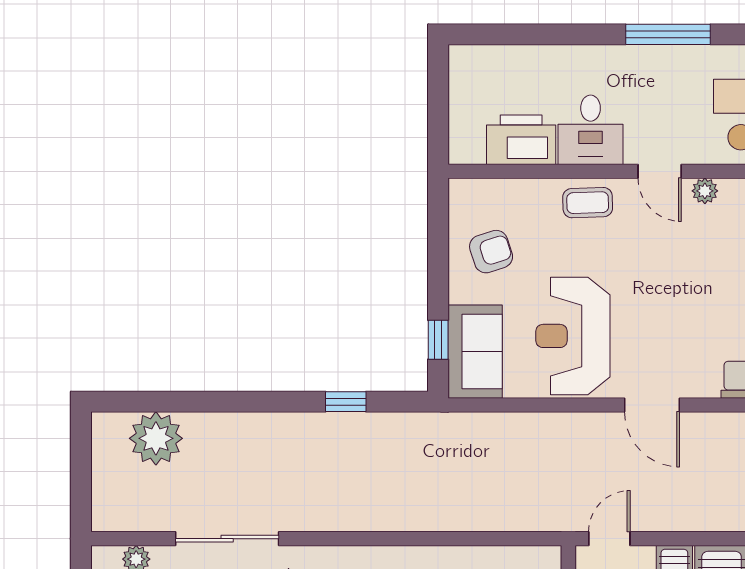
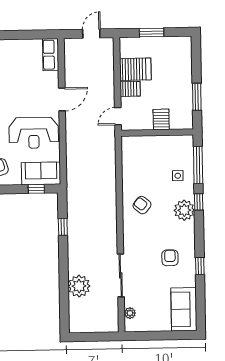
plant: (156, 438) -> (79, 286), moved
door: (609, 539) -> (118, 116), hinge flipped

